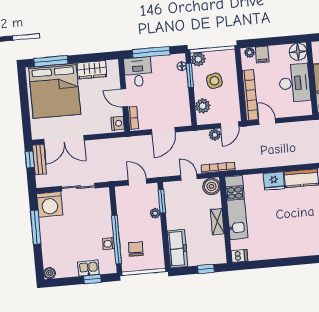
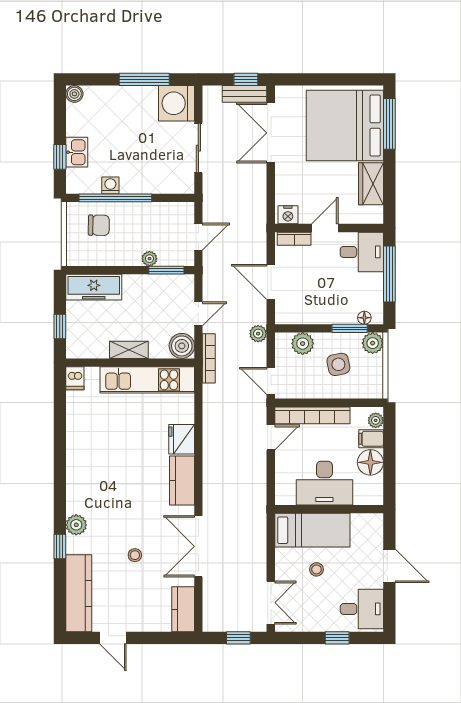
floor lamp: (298, 52) -> (370, 462), moved
plant: (215, 135) -> (258, 334), moved

